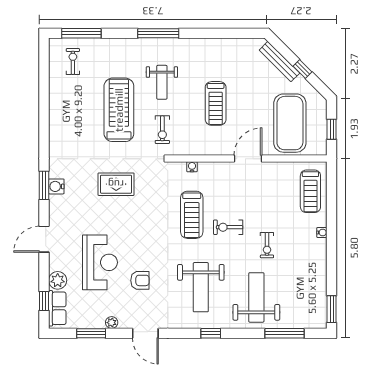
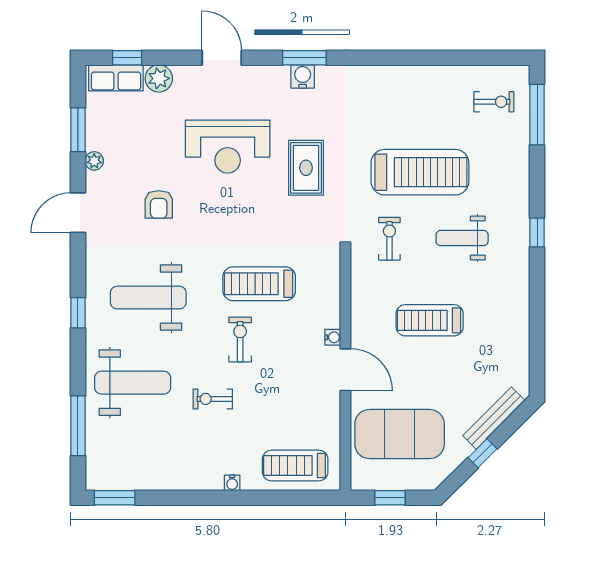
window: (158, 33) -> (537, 233), width x0.46
exercise bike: (162, 130) -> (389, 239), turned 90
water cooler: (192, 167) -> (333, 337), moved
reception desk: (100, 262) -> (228, 147), moved

